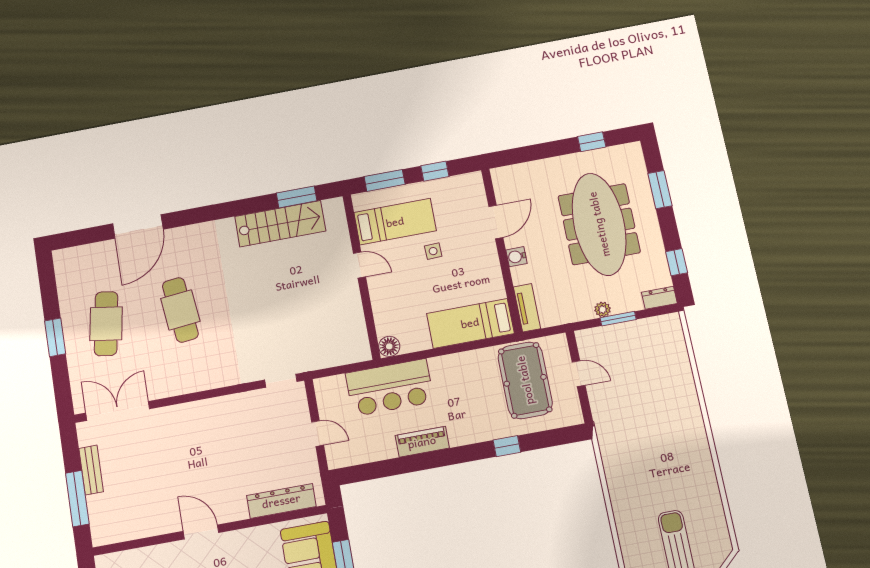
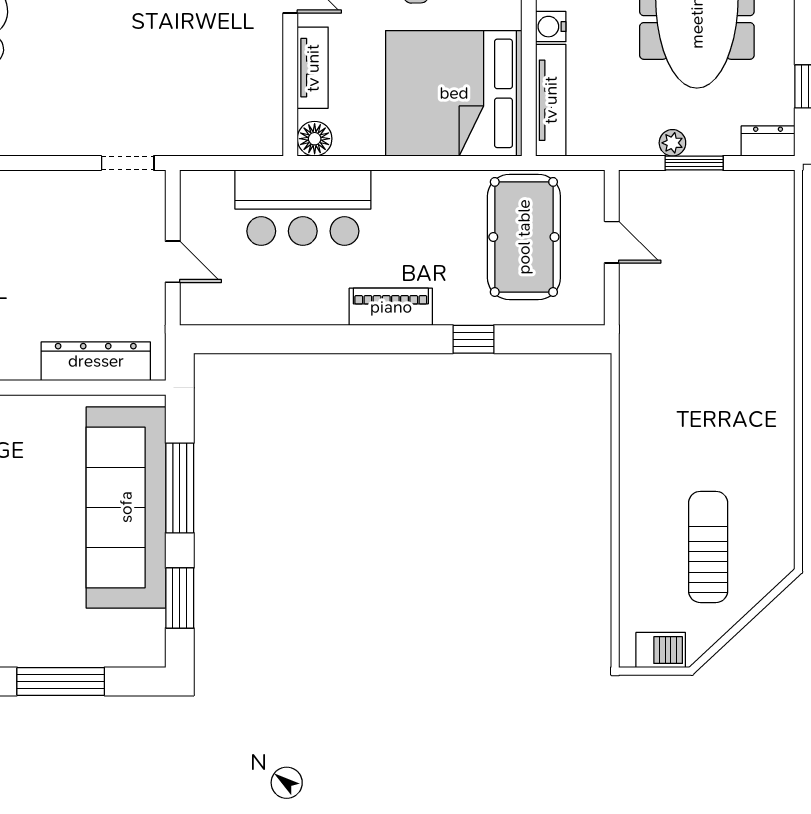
tv unit: (381, 306) -> (313, 68), added
tv unit: (527, 308) -> (551, 100), width x1.41
bed: (470, 323) -> (454, 93), width x2.04
piano: (422, 442) -> (391, 307), moved

